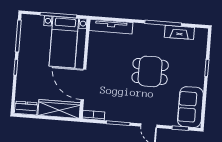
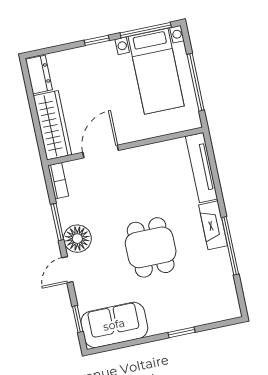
fireplace: (179, 32) -> (213, 225), moved
bed with nightstands: (64, 42) -> (156, 71), moved, turned -90
door: (83, 85) -> (101, 151), width x0.73
floor lamp: (132, 114) -> (77, 239), added

